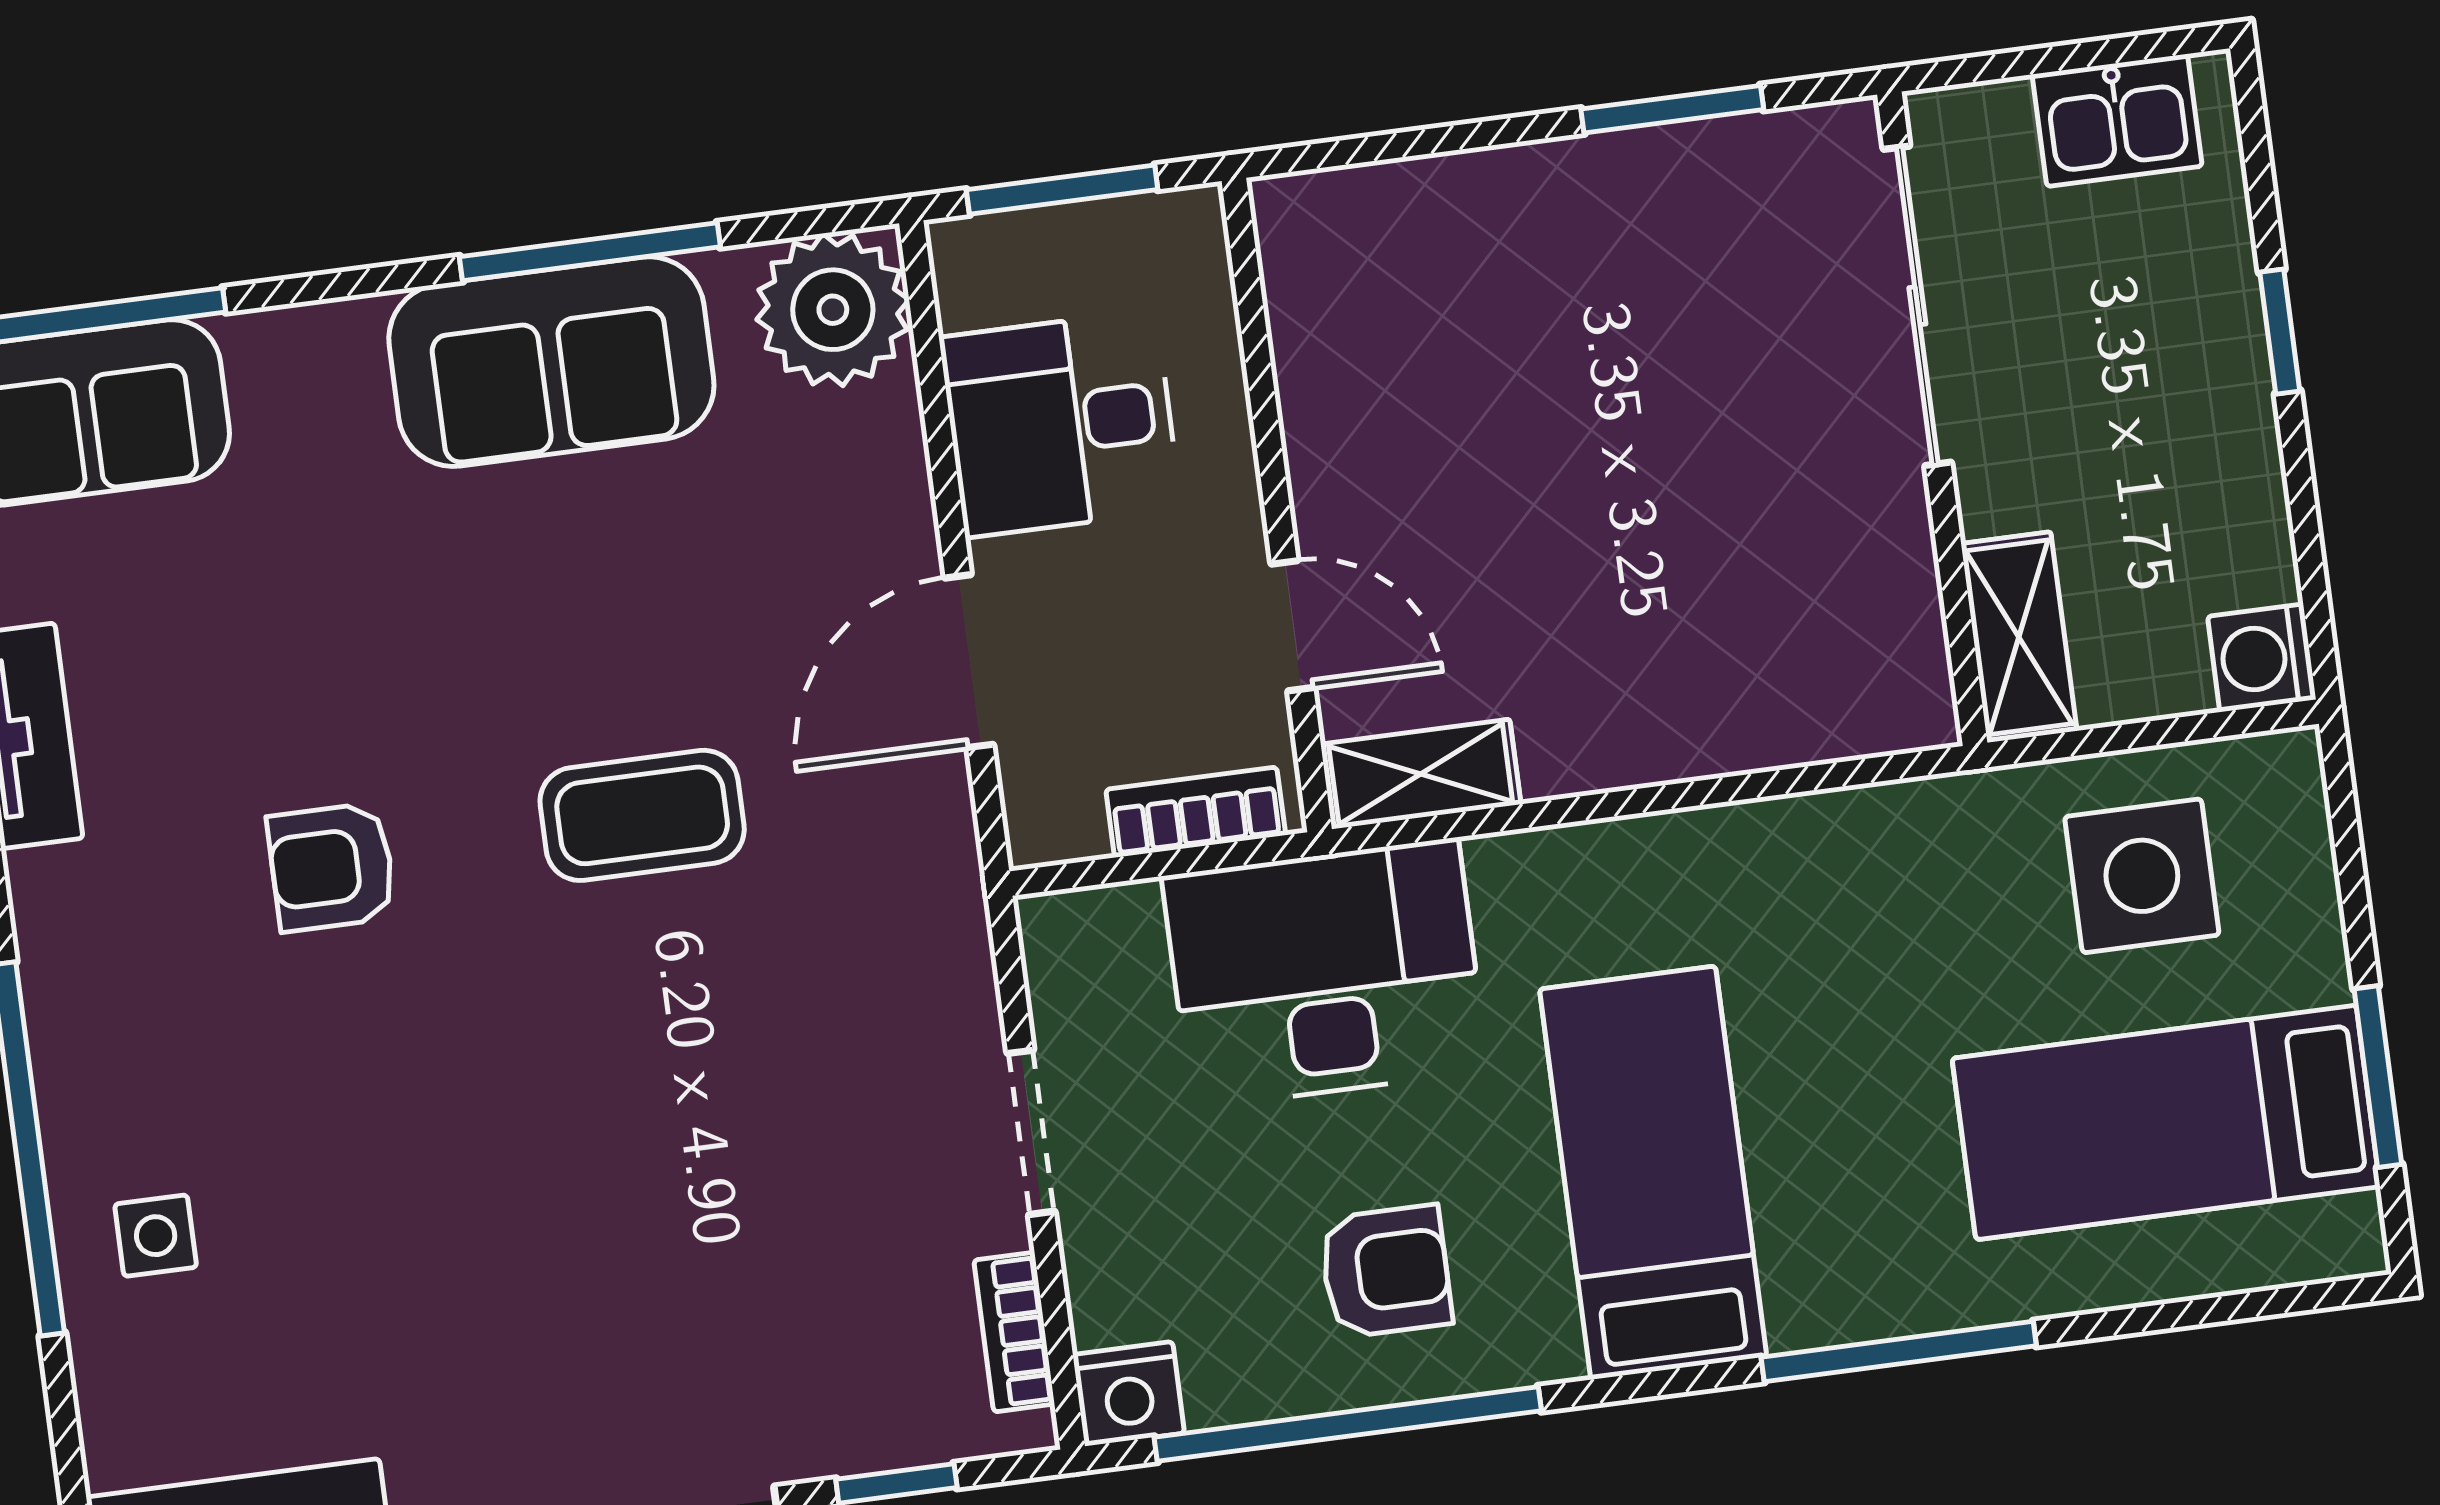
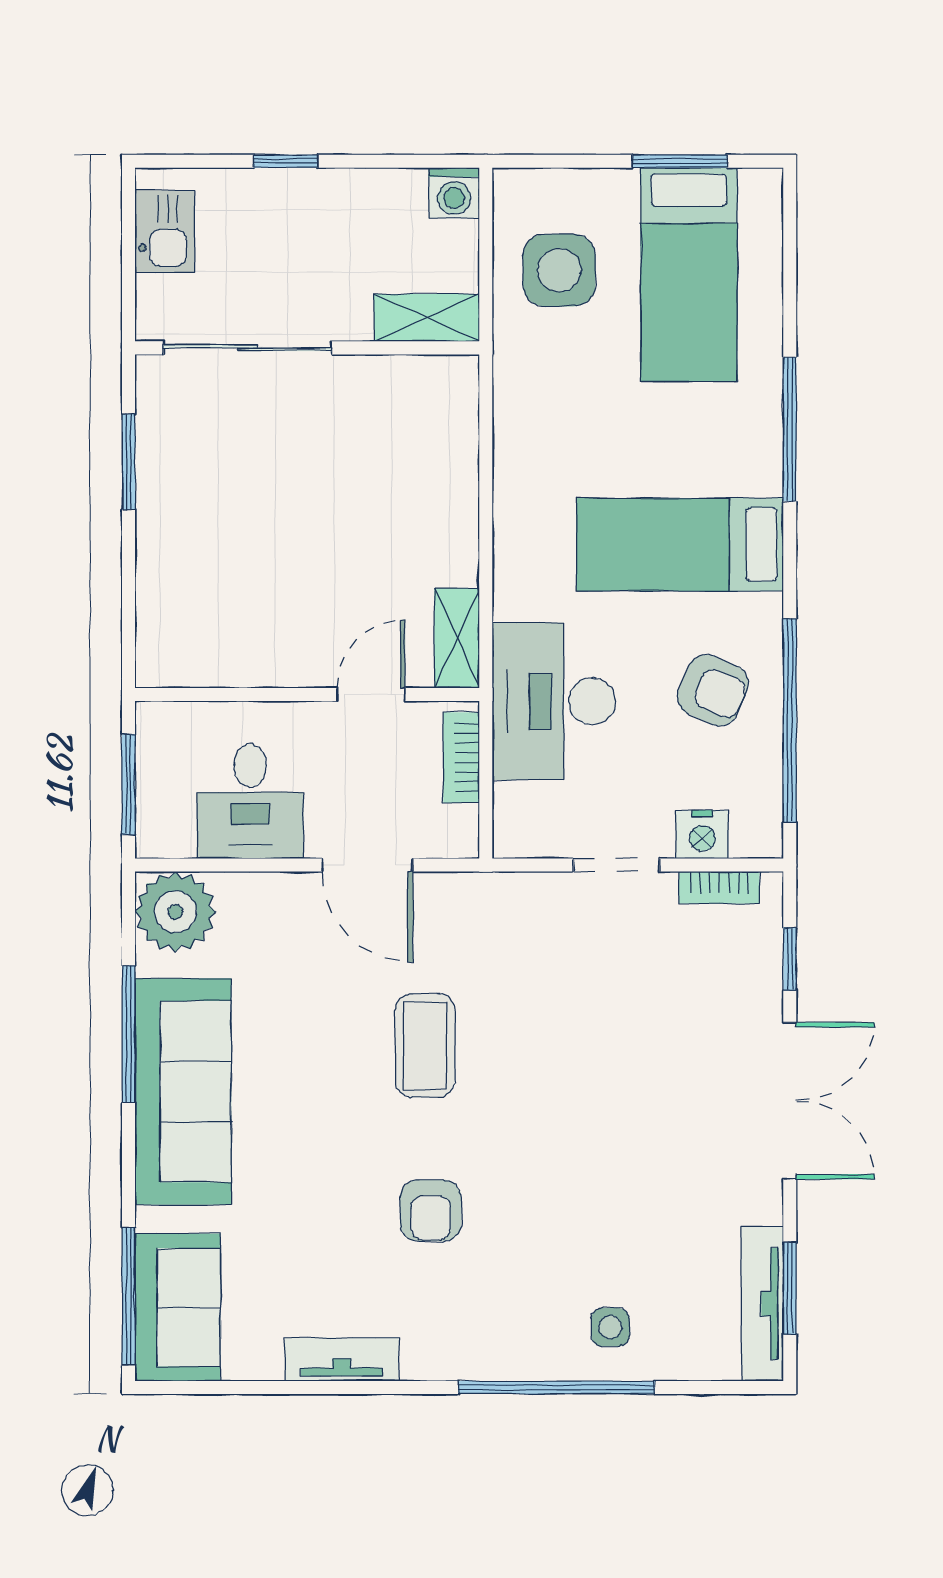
sofa: (551, 362) -> (183, 1092), width x1.36
armchair: (1386, 1271) -> (713, 690), turned 113
nightstand: (1129, 1394) -> (702, 834), moved, turned 90

